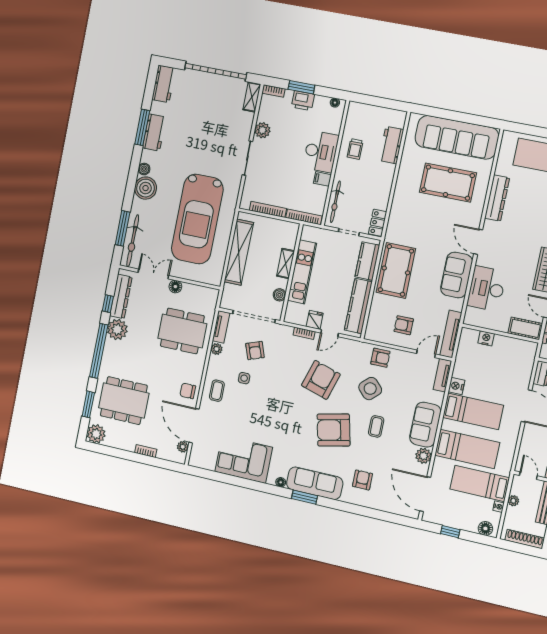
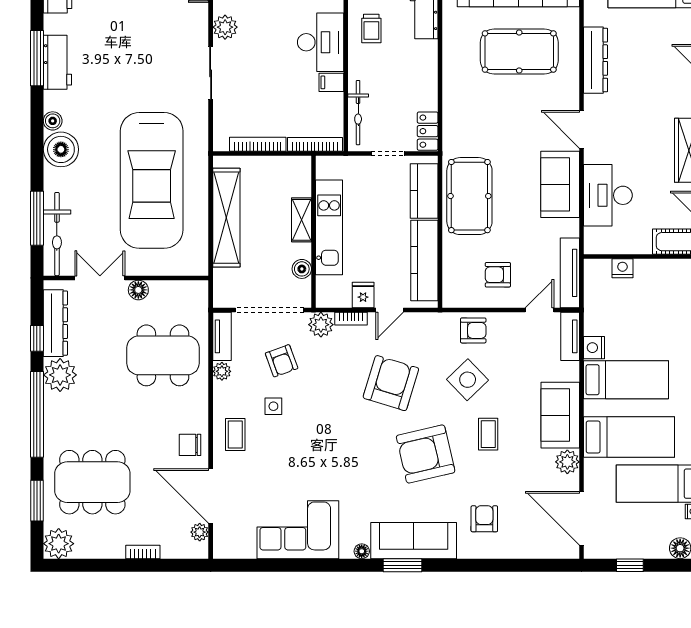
plant: (284, 333) -> (321, 325), added

